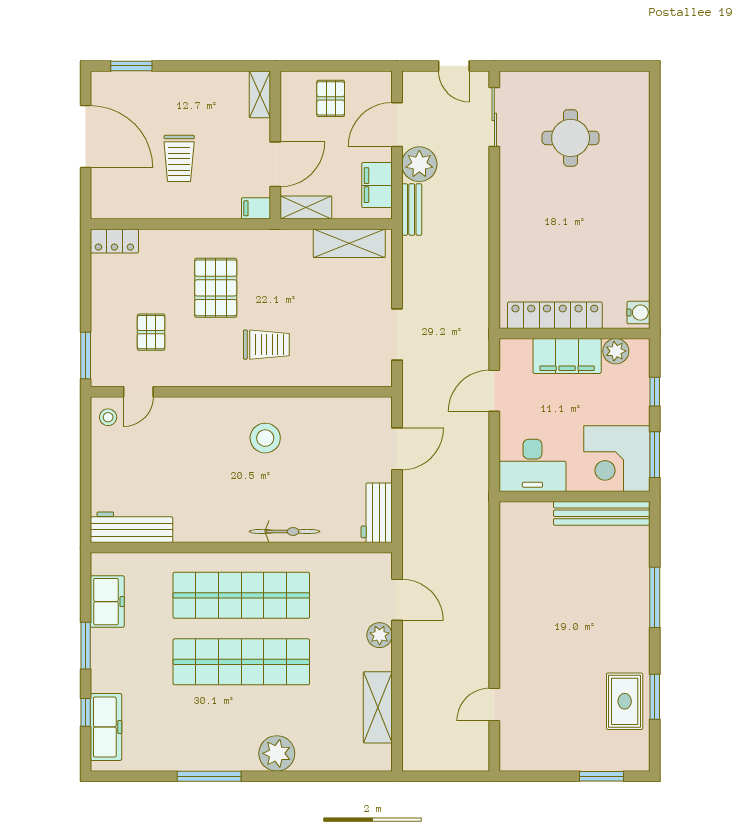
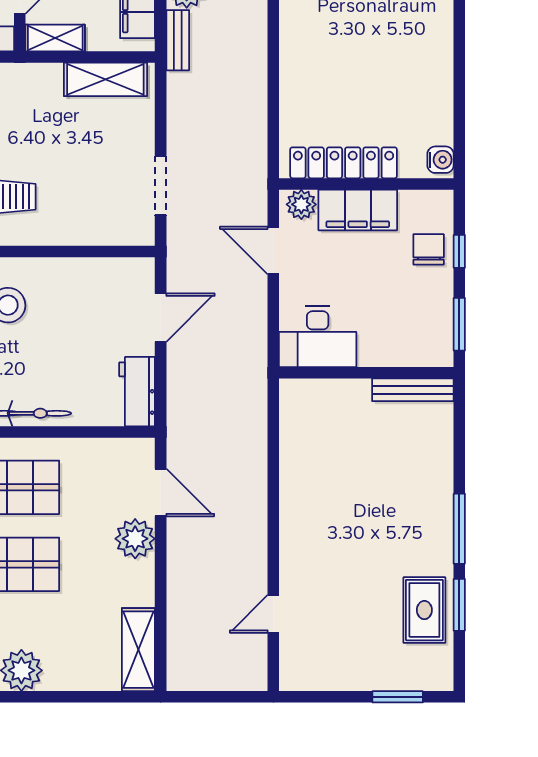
plant: (616, 351) -> (301, 204), moved
chair: (628, 390) -> (429, 249), added
door: (494, 391) -> (273, 250), hinge flipped
corner desk: (617, 459) -> (415, 329), removed
bench: (602, 513) -> (413, 390), width x0.73, depth x0.82
window: (655, 597) -> (459, 529), moved
plant: (380, 635) -> (135, 539), width x1.36, depth x1.36
shelving: (378, 707) -> (138, 650), moved

